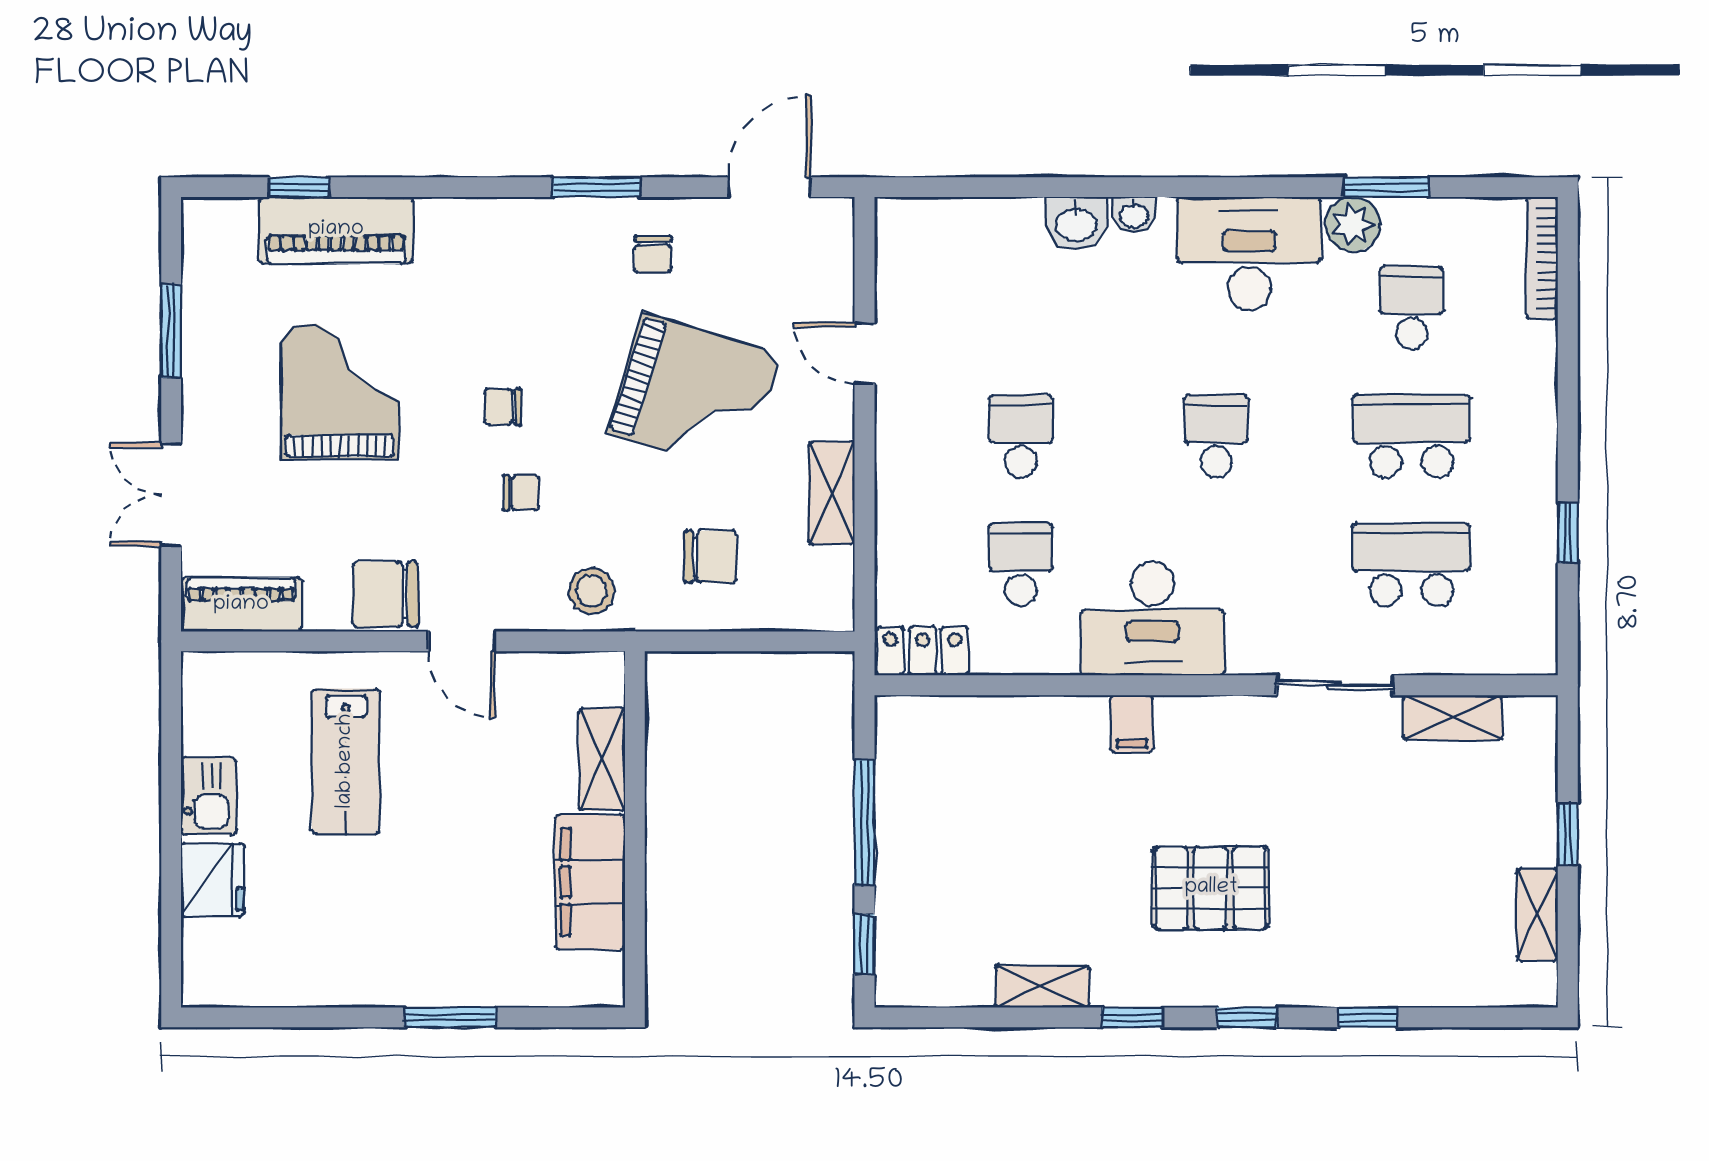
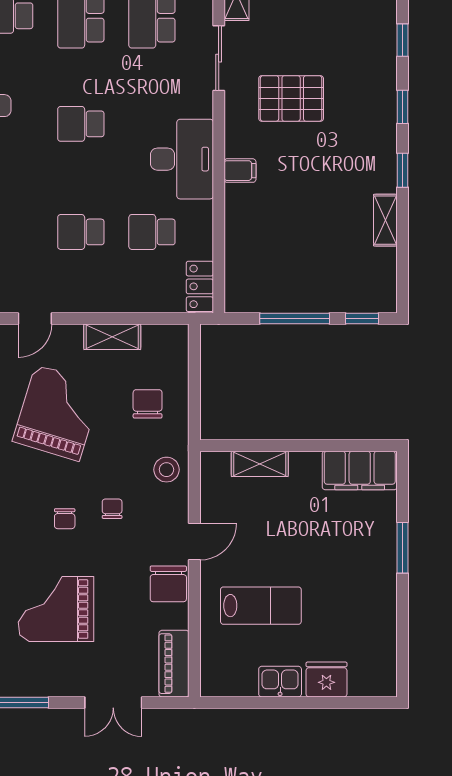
filing cabinet: (590, 882) -> (360, 470), moved
pallet: (1211, 888) -> (291, 98), moved, turned 90

